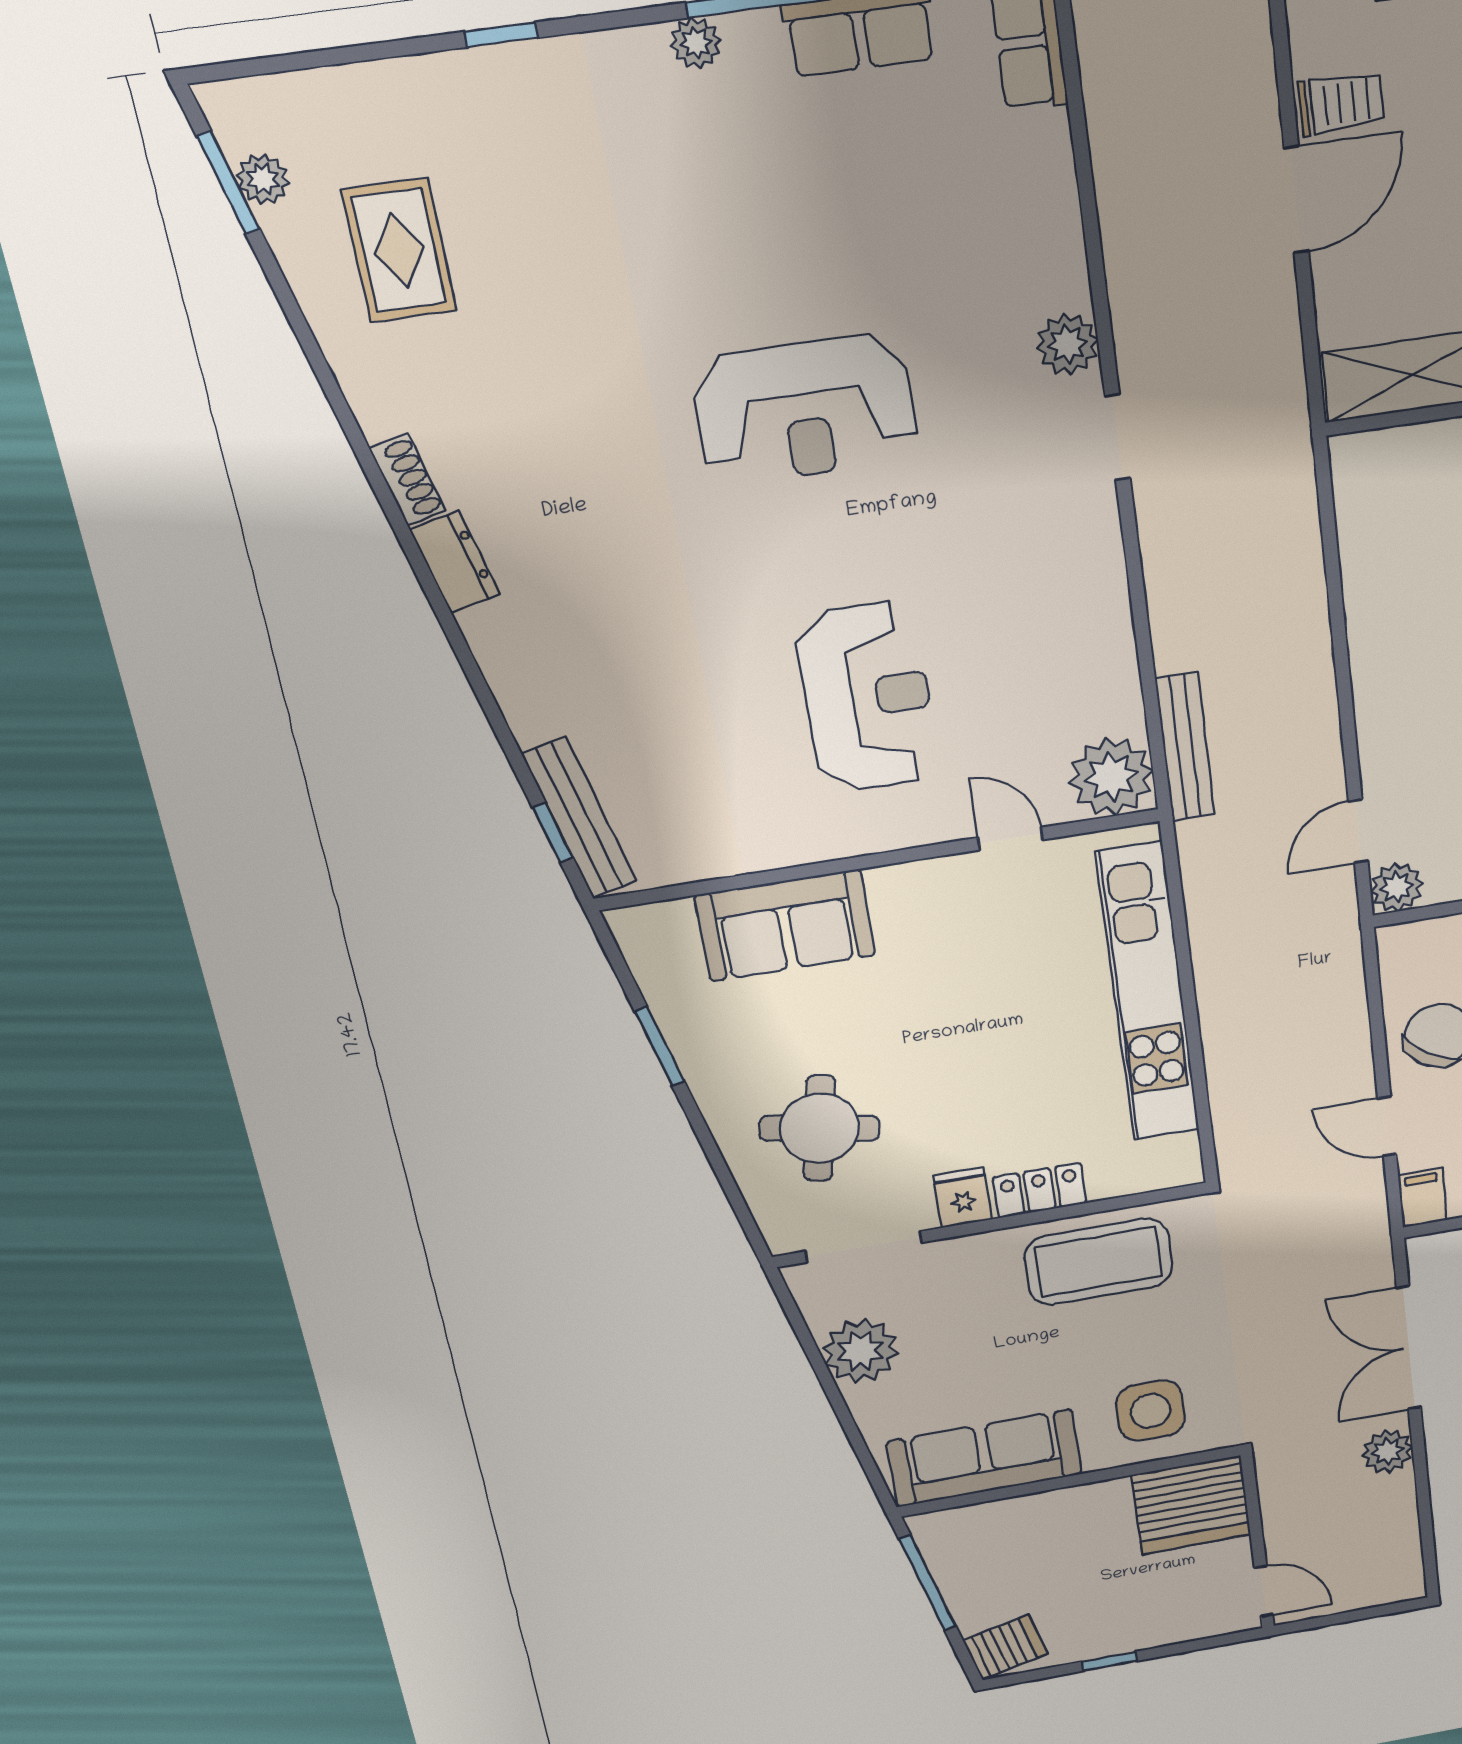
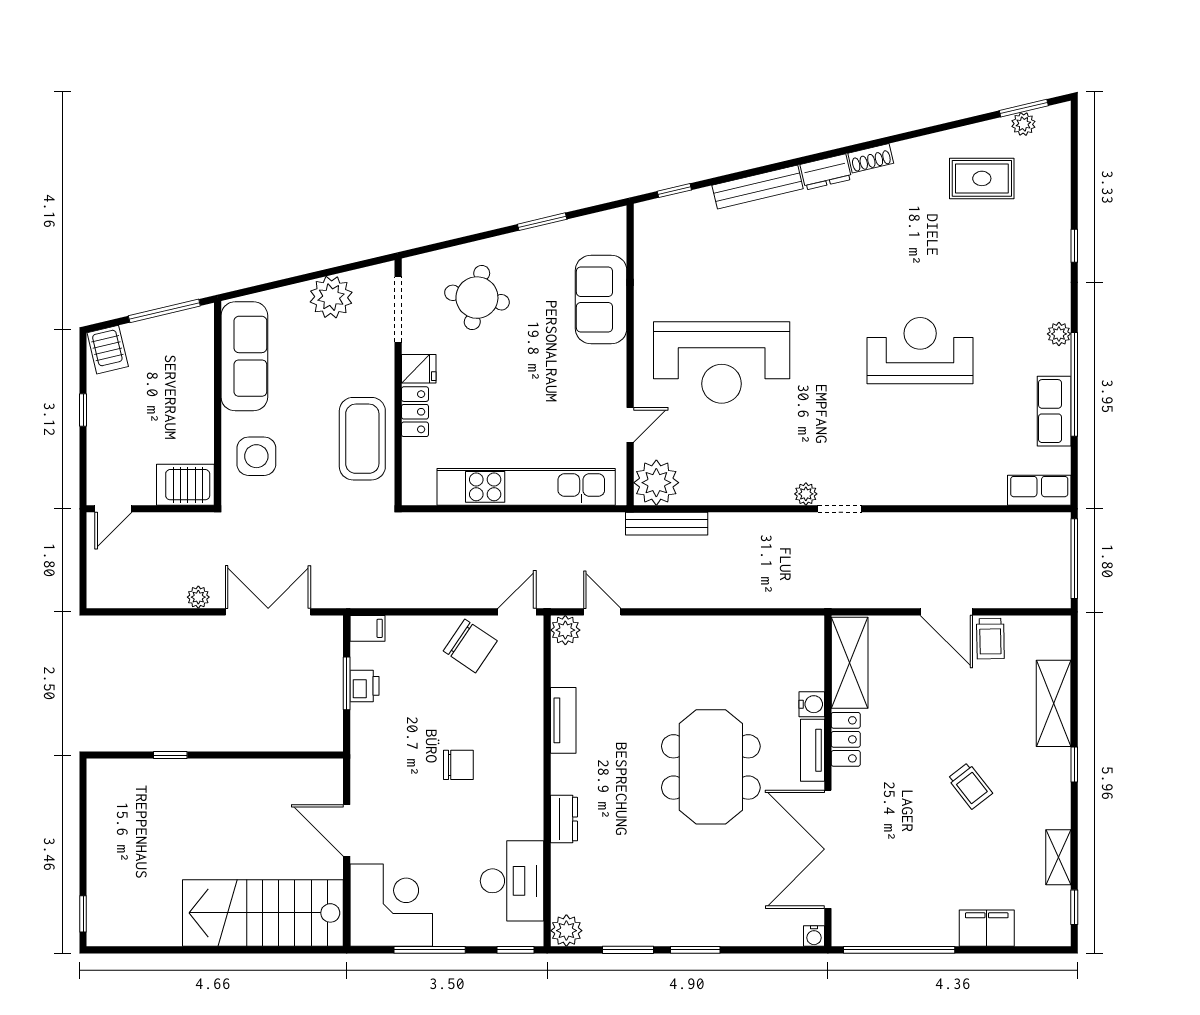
plant: (1067, 344) -> (806, 494), moved, width x0.73, depth x0.73
reception desk: (805, 409) -> (920, 351), moved, turned 90
reception desk: (867, 697) -> (722, 363), width x1.36, depth x1.30
bench: (579, 818) -> (758, 187), moved
door: (1387, 1127) -> (517, 612), moved
plant: (1387, 1451) -> (198, 597), width x0.73, depth x0.73
server rack: (1191, 1505) -> (185, 485), width x0.62

